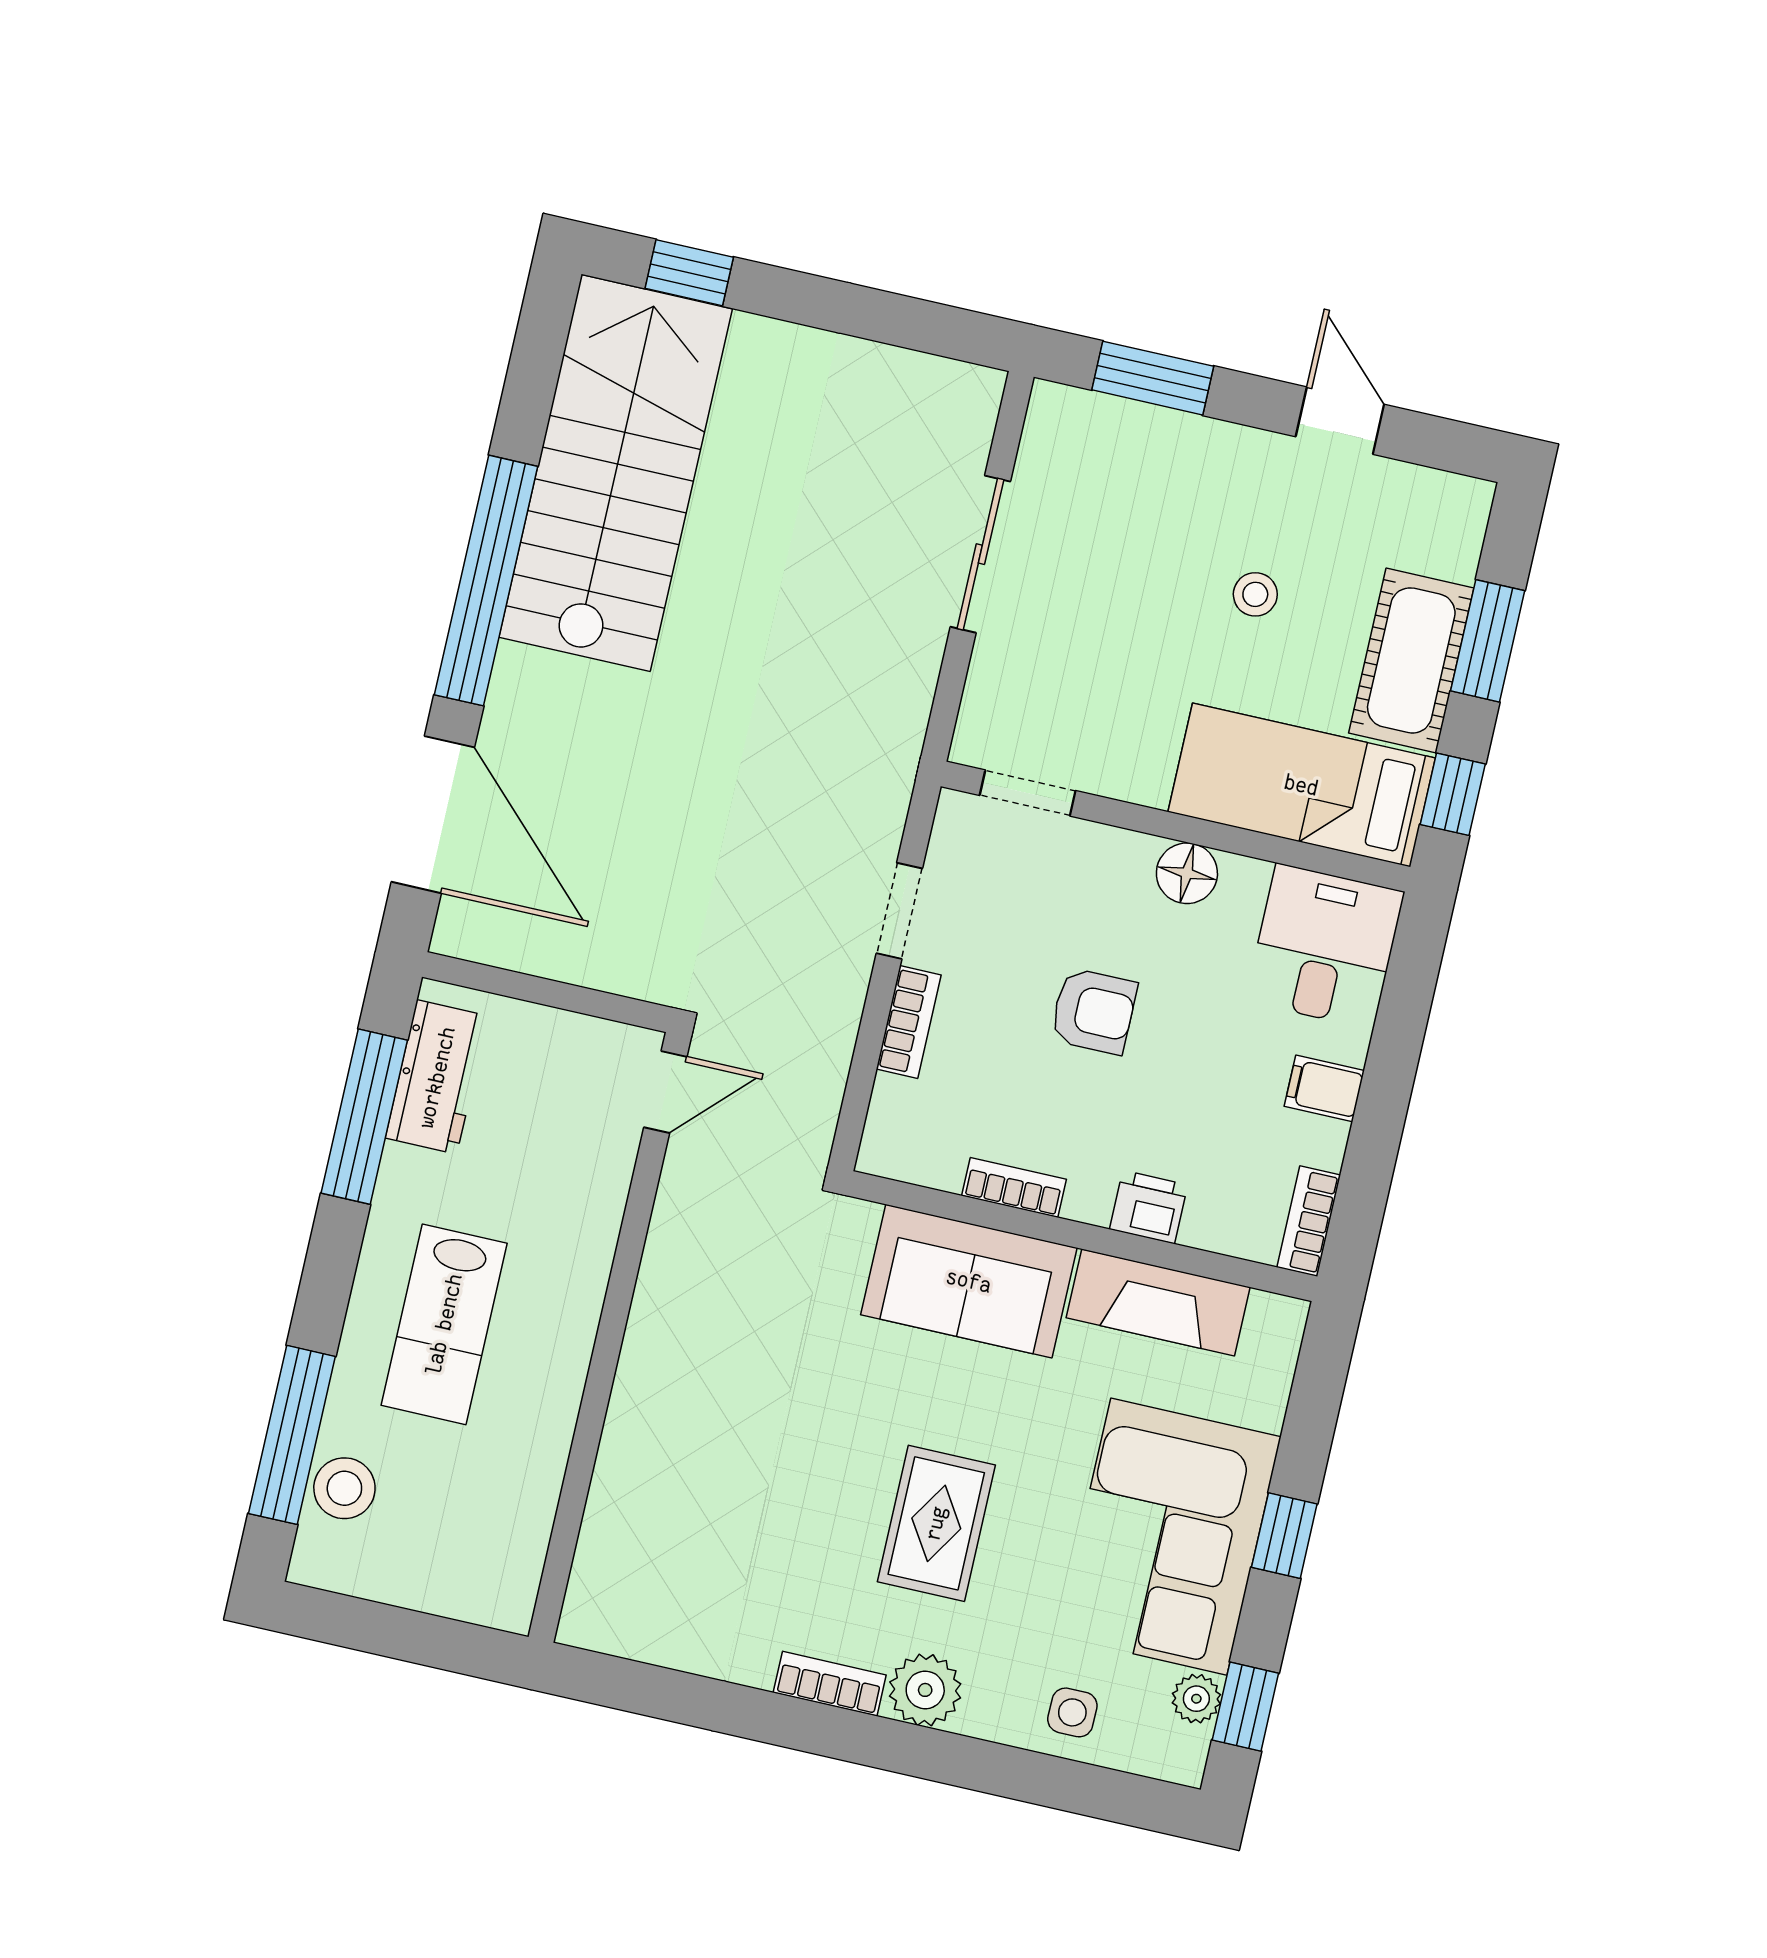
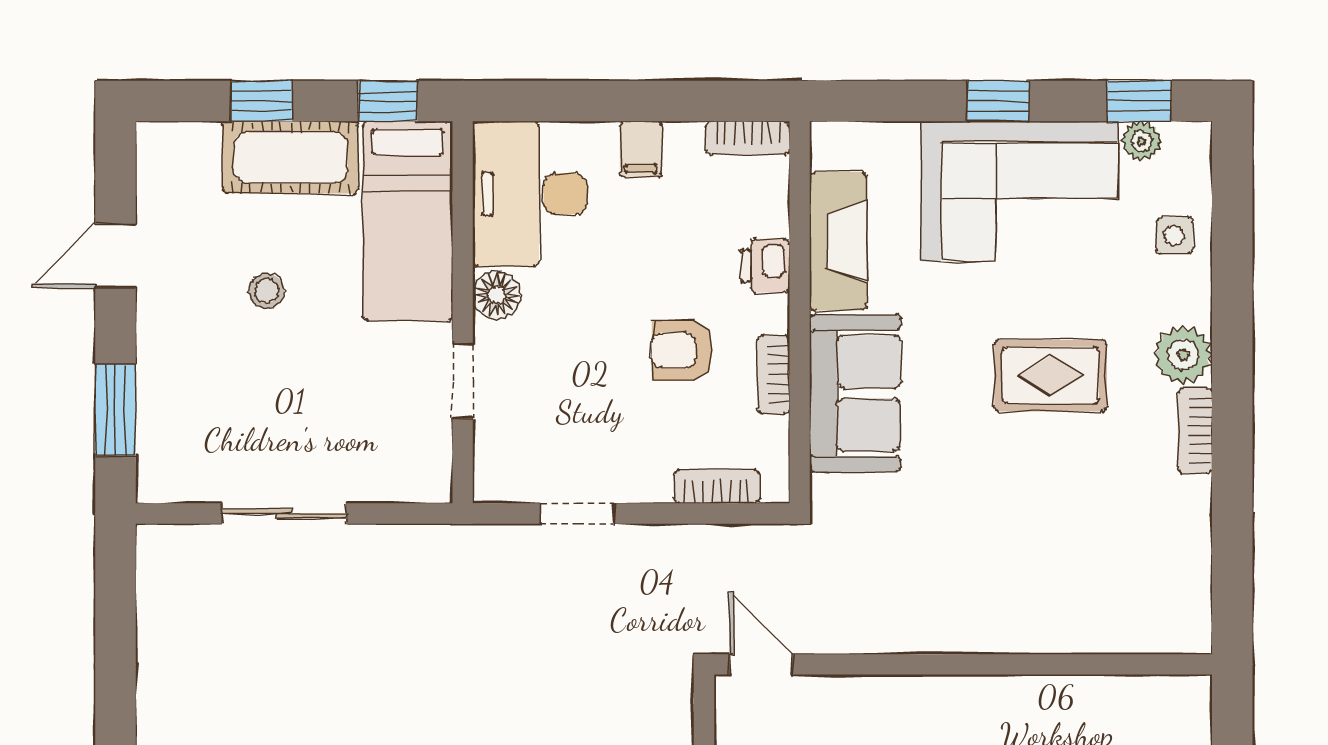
window: (1488, 641) -> (262, 101), width x0.67
doorway: (1028, 793) -> (463, 381), moved
desk: (1325, 946) -> (530, 194), width x1.37
armchair: (1094, 1011) -> (682, 351), moved, turned -90
bookcase: (909, 1022) -> (717, 486), moved

